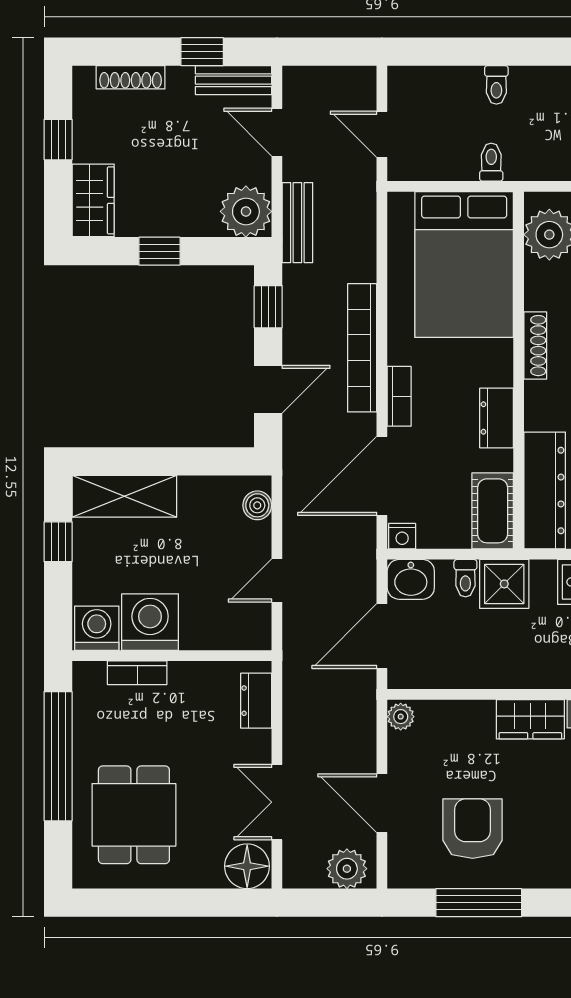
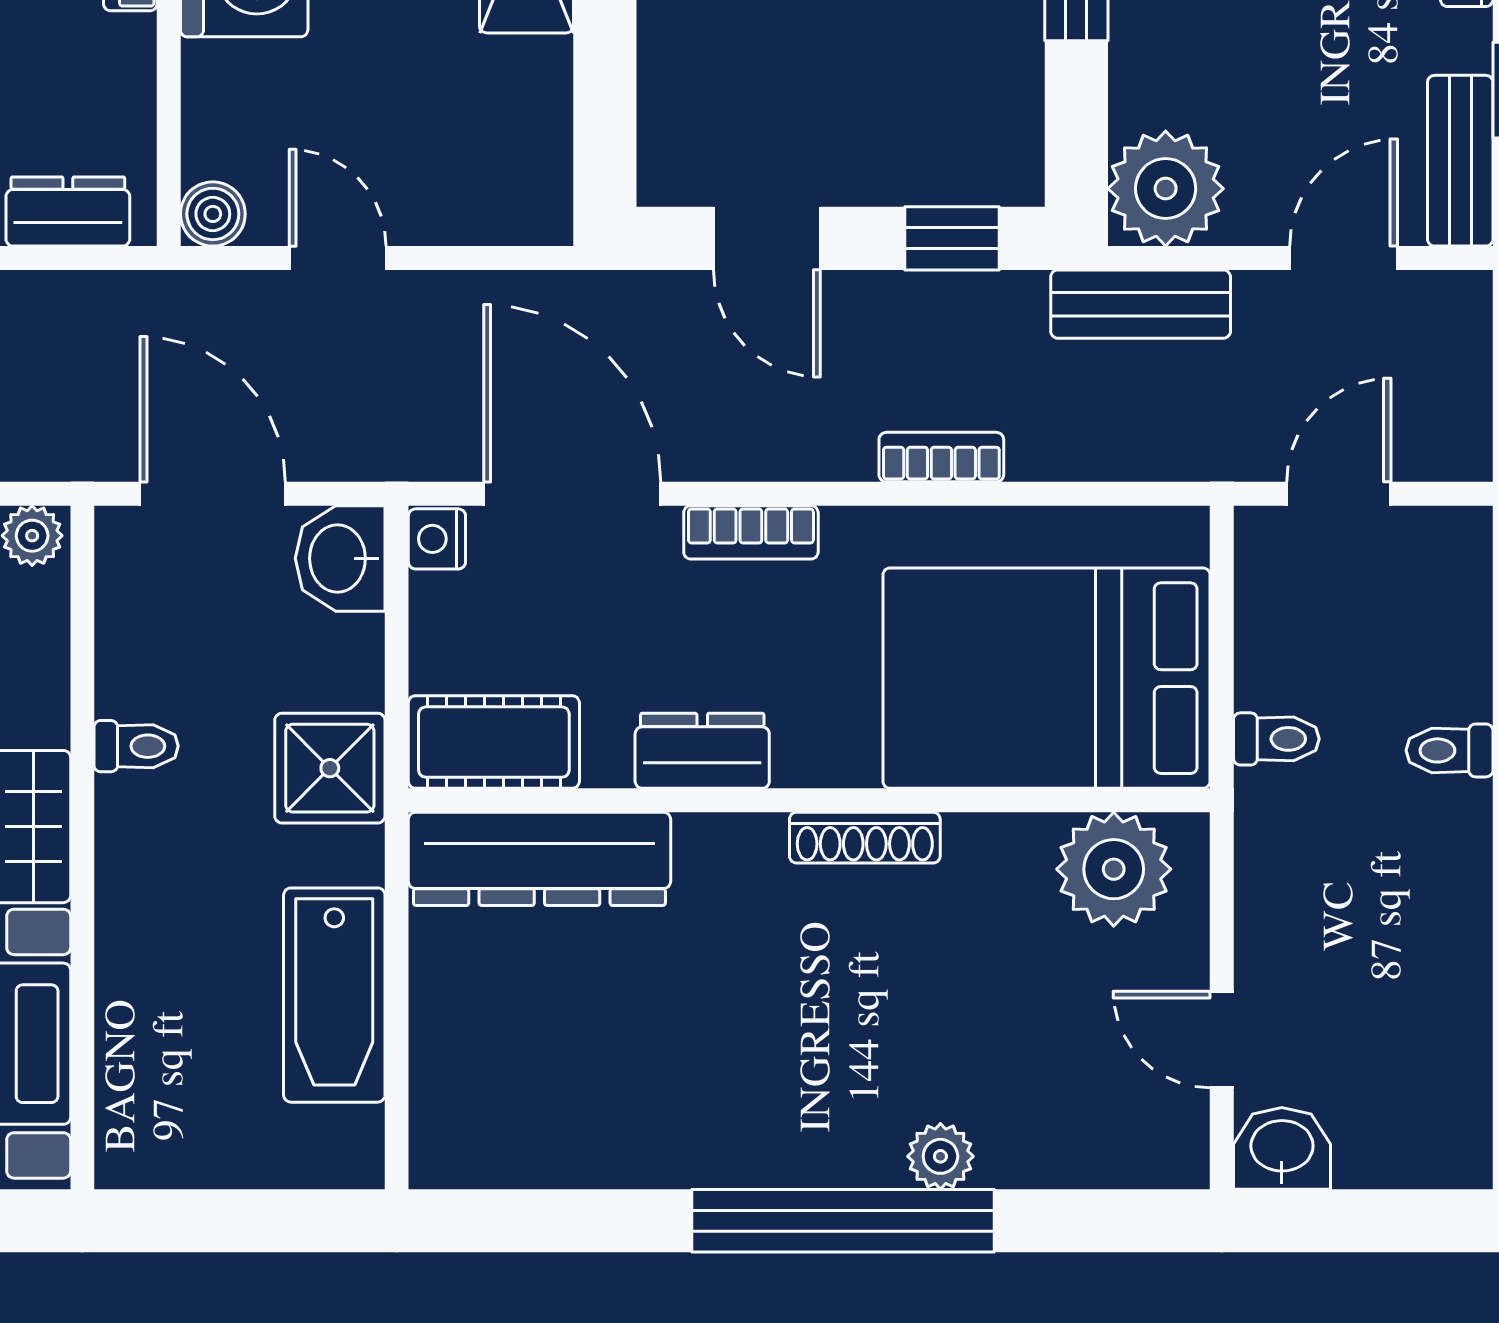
bookcase: (362, 348) -> (941, 457), width x0.43, depth x0.76
boiler: (257, 505) -> (213, 214), moved
toilet: (465, 578) -> (136, 746), moved, turned 180

